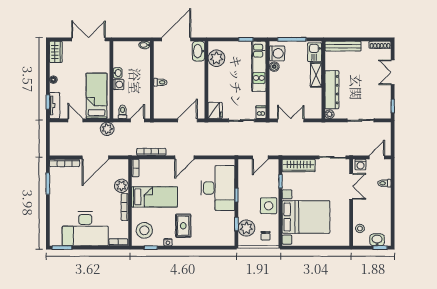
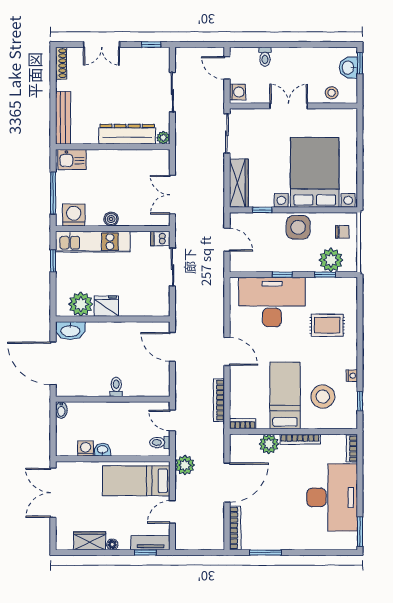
wardrobe: (56, 52) -> (90, 541), moved
boiler: (274, 67) -> (111, 219), moved
shelving: (316, 75) -> (105, 157), removed
washing machine: (118, 84) -> (86, 449), moved
fridge: (215, 110) -> (106, 306), moved
door: (95, 157) -> (227, 483), hinge flipped
double door: (351, 186) -> (289, 106), moved
rug: (183, 226) -> (327, 325), moved
stool: (144, 230) -> (323, 397), moved

